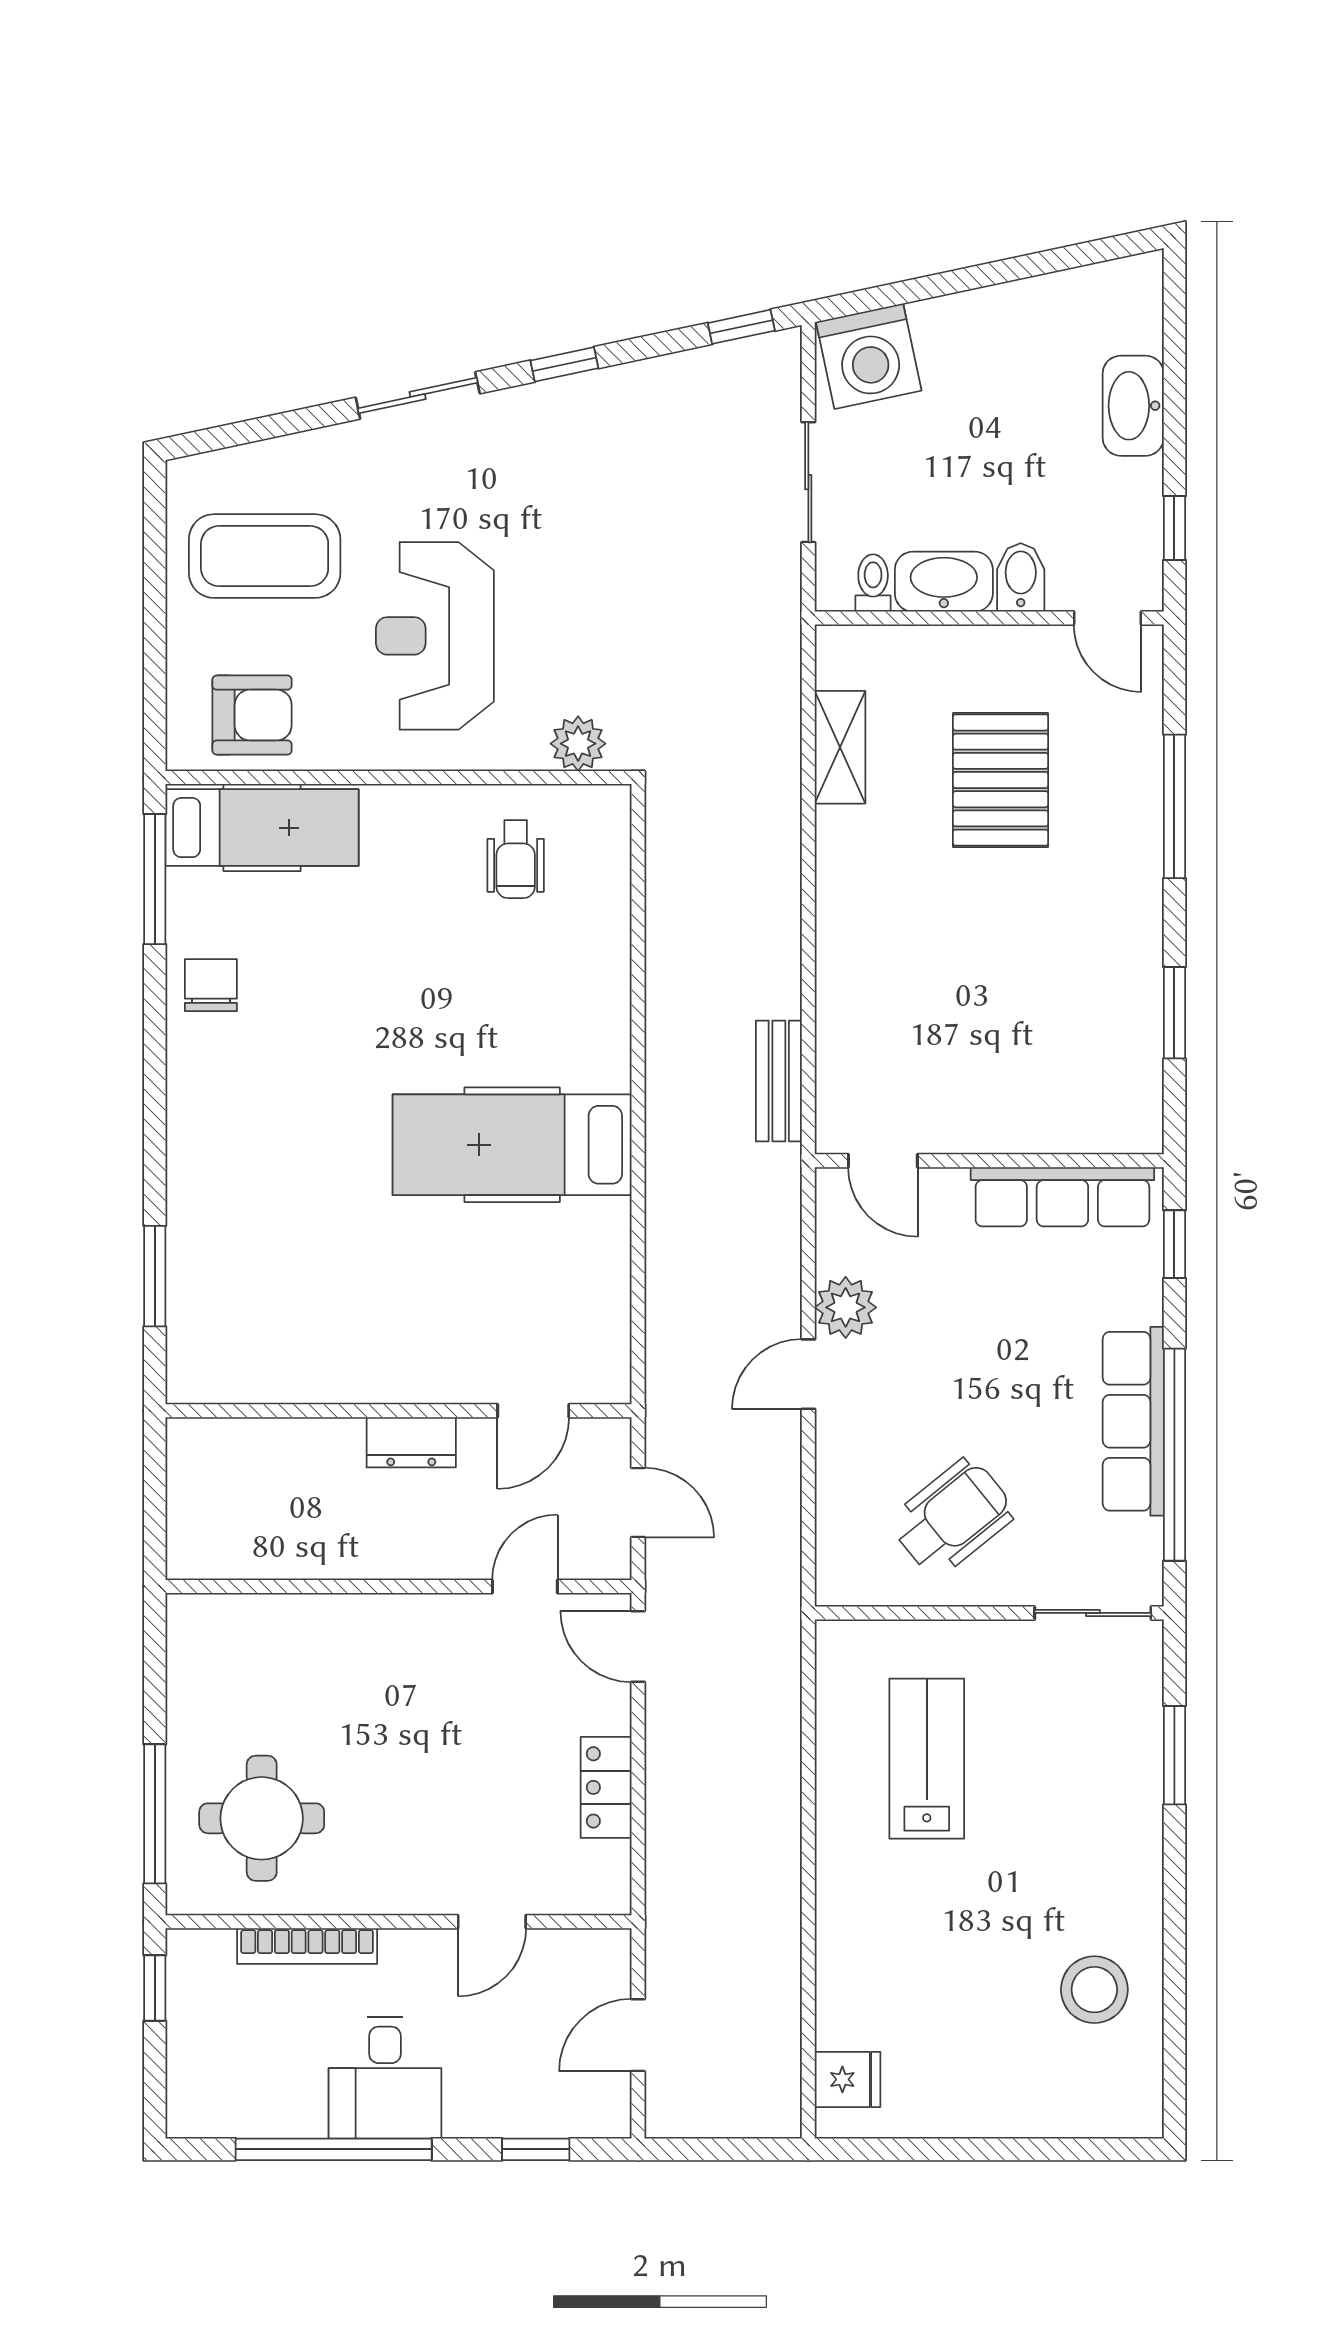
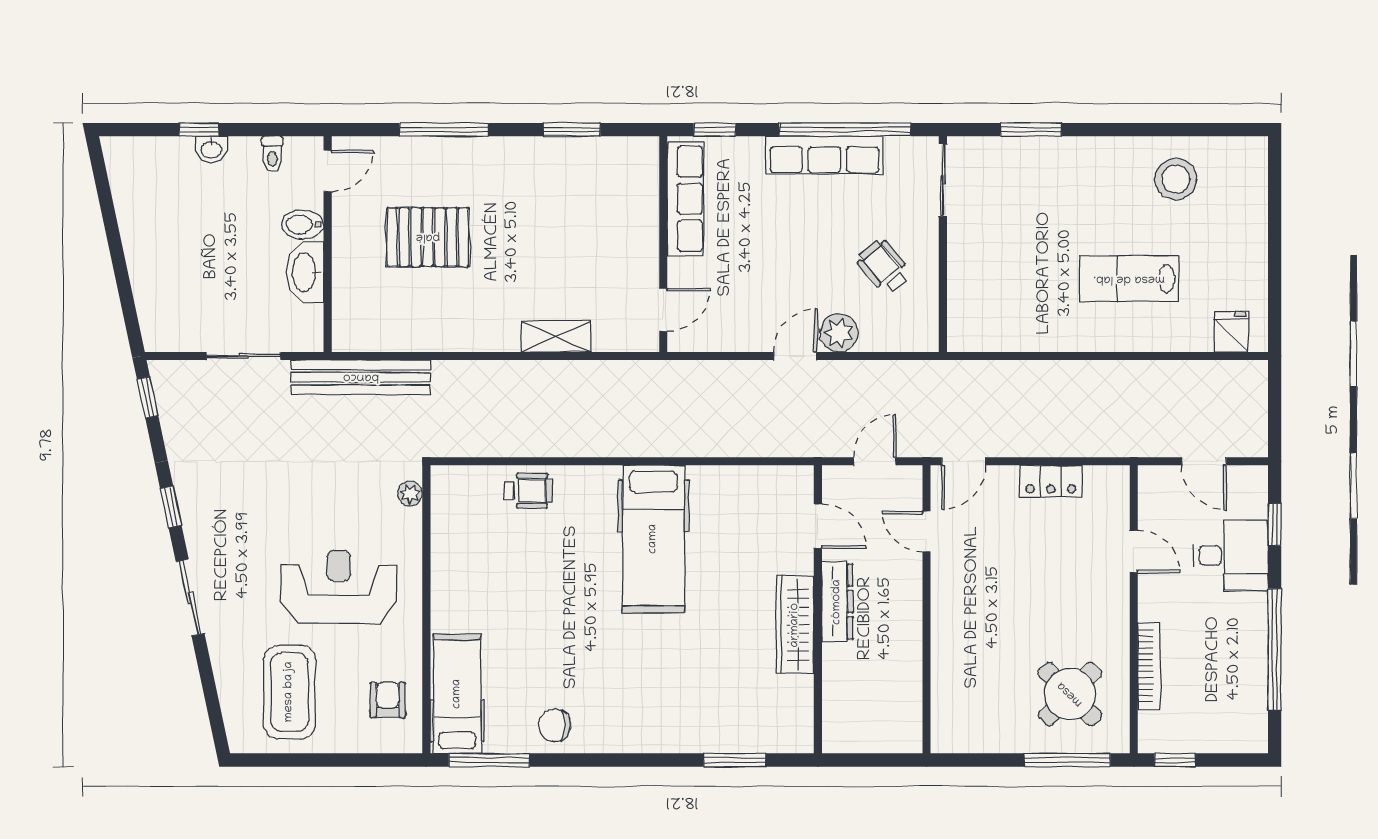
washing machine: (869, 356) -> (166, 319), removed
washbasin: (1133, 406) -> (211, 149), width x0.52, depth x0.69
window: (1174, 528) -> (199, 130), moved
toilet: (873, 583) -> (272, 154), moved, turned -90
reception desk: (435, 636) -> (339, 587), turned 180
armchair: (252, 715) -> (388, 700), width x0.72, depth x0.72
plant: (578, 744) -> (410, 494), width x0.73, depth x0.73
shelving: (840, 747) -> (556, 336), moved
wheelchair: (516, 859) -> (528, 491), moved
bench: (779, 1081) -> (361, 377), moved, width x1.86, depth x1.21
plant: (846, 1307) -> (839, 333), moved
wardrobe: (374, 1374) -> (795, 625), added
door: (808, 1374) -> (795, 356), swing flipped
dresser: (411, 1442) -> (837, 602), width x1.44
wheelchair: (952, 1517) -> (884, 267), width x0.73, depth x0.73
lab bench: (927, 1759) -> (1129, 279), moved
round table: (262, 1818) -> (1070, 694), turned 45
desk: (385, 2078) -> (1230, 555), moved

